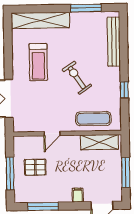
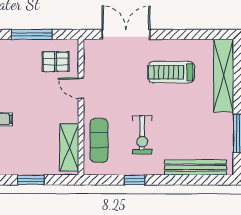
exercise bike: (77, 78) -> (142, 135), moved, turned 124
pallet: (35, 167) -> (56, 62), moved, turned 90
window: (126, 172) -> (31, 180), width x0.69

